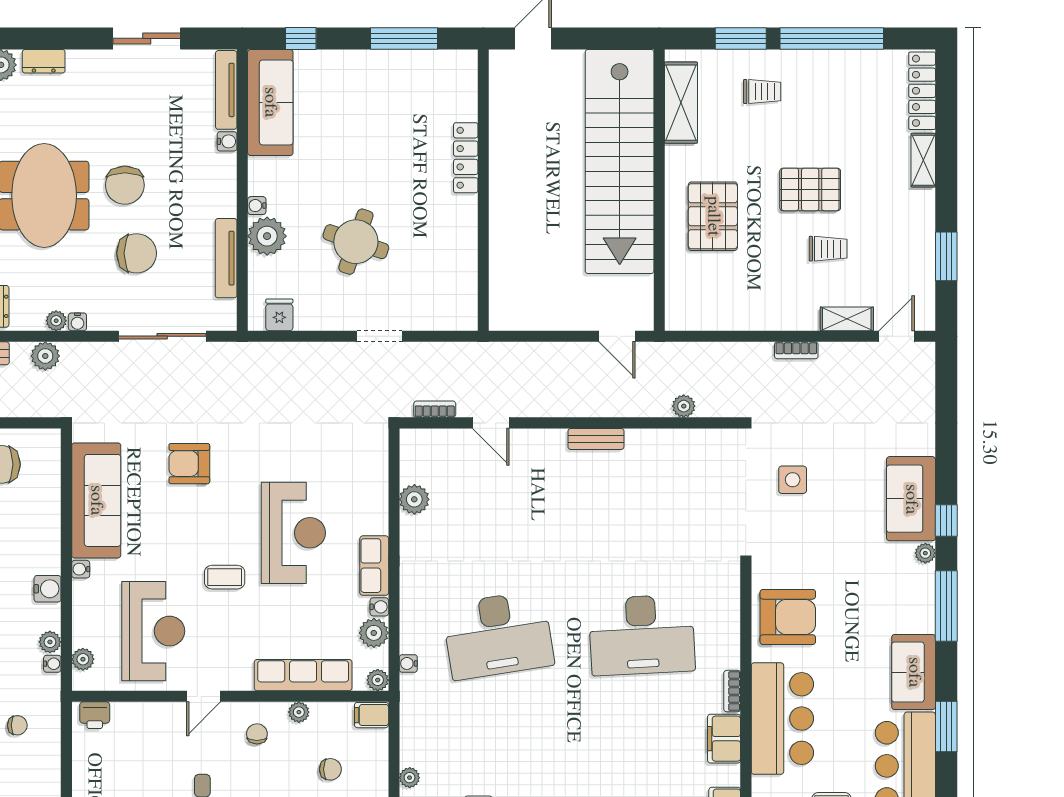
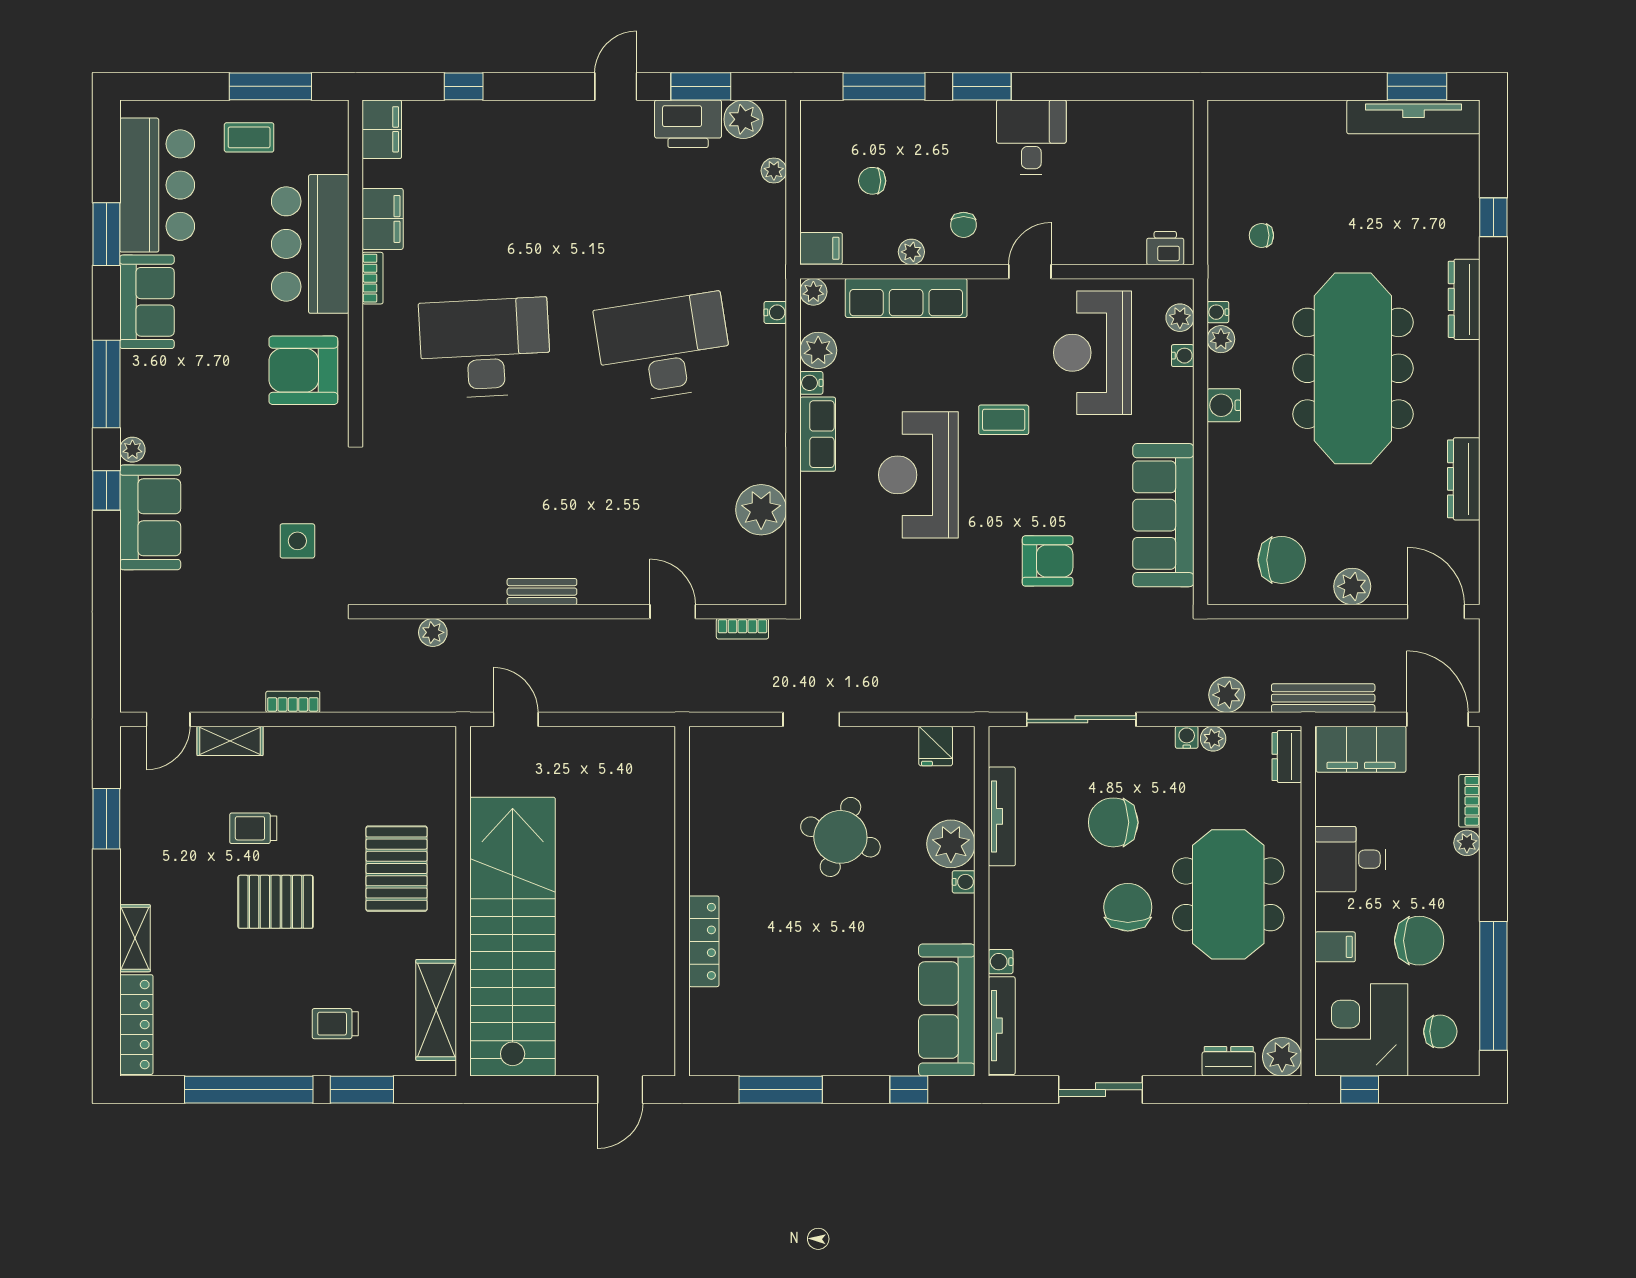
plant: (414, 499) -> (761, 510), width x1.36, depth x1.36
water cooler: (81, 569) -> (1183, 356), moved

